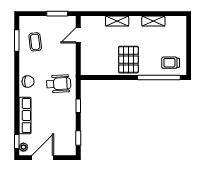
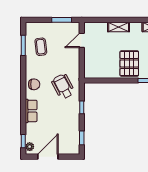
wheelchair: (59, 84) -> (63, 86), turned -115
row of seats: (25, 116) -> (31, 111), width x0.68

